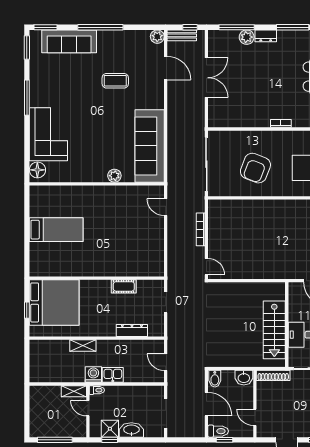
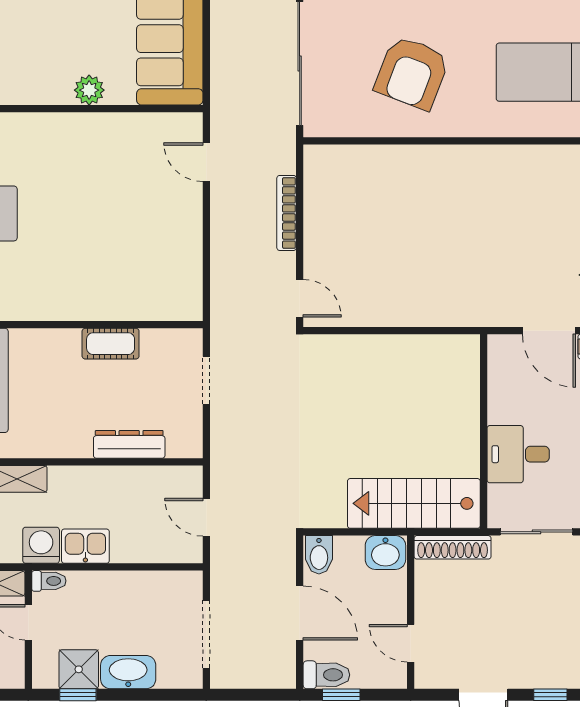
stairs: (274, 330) -> (414, 503), moved, turned 90

